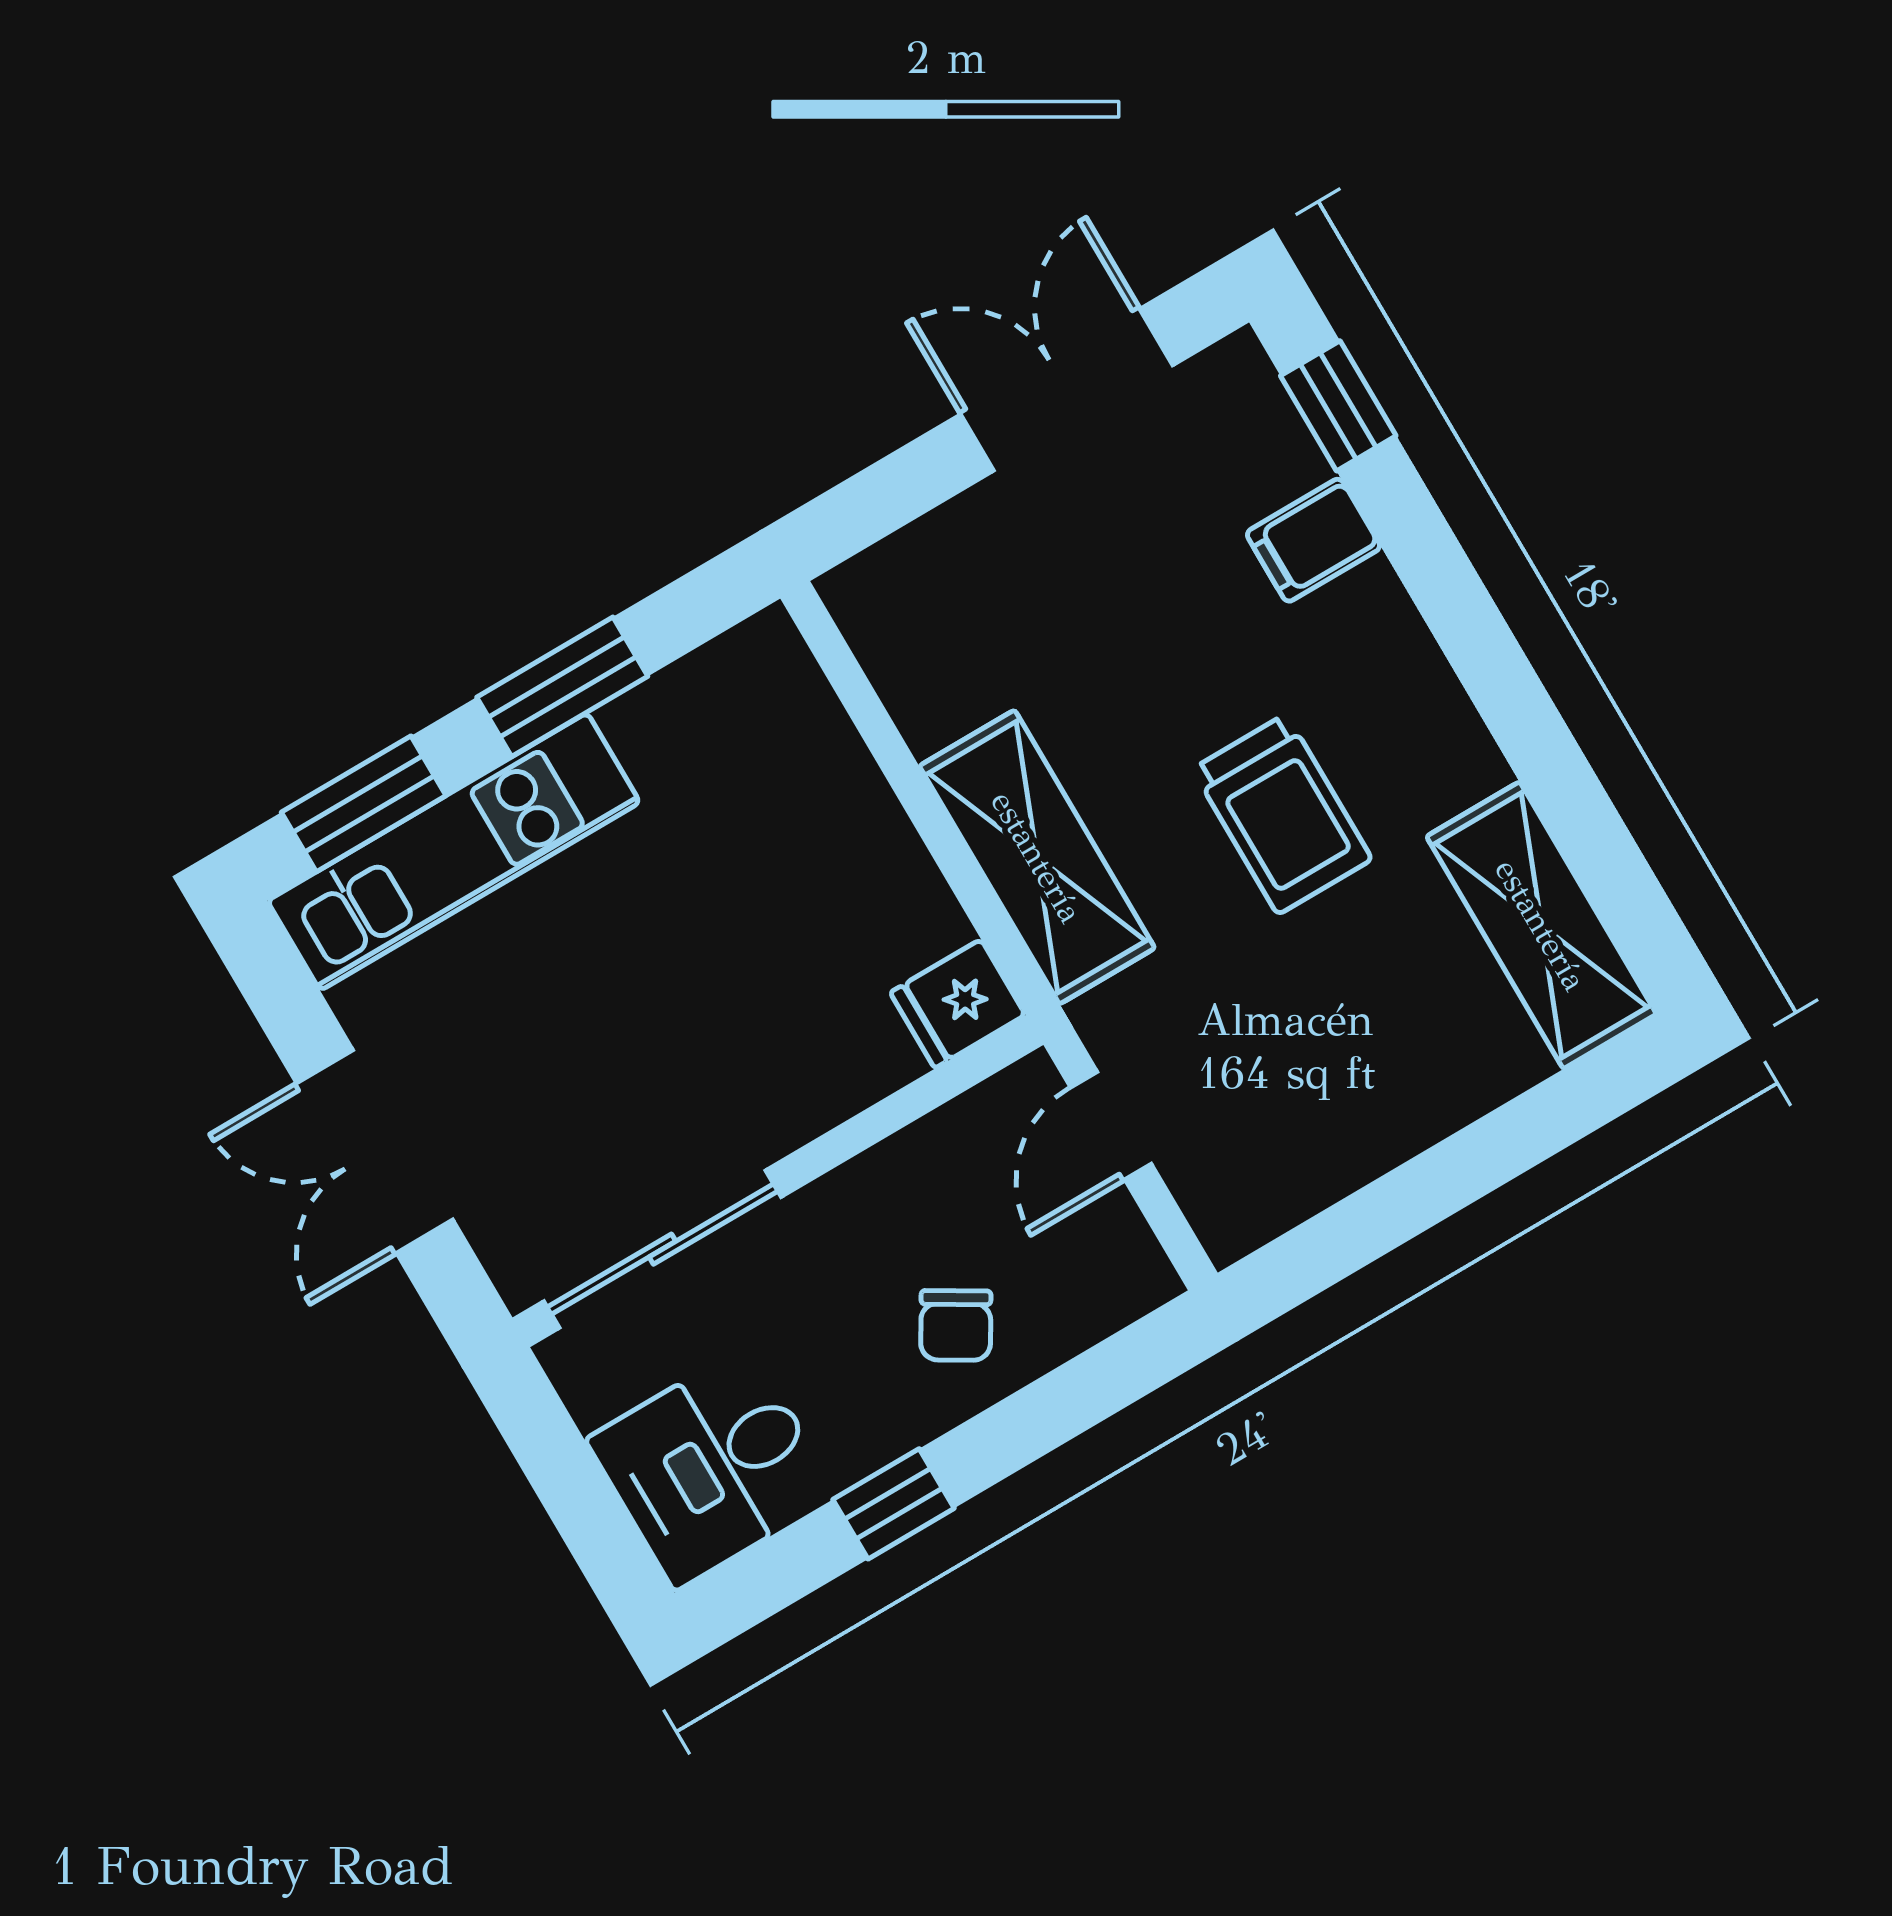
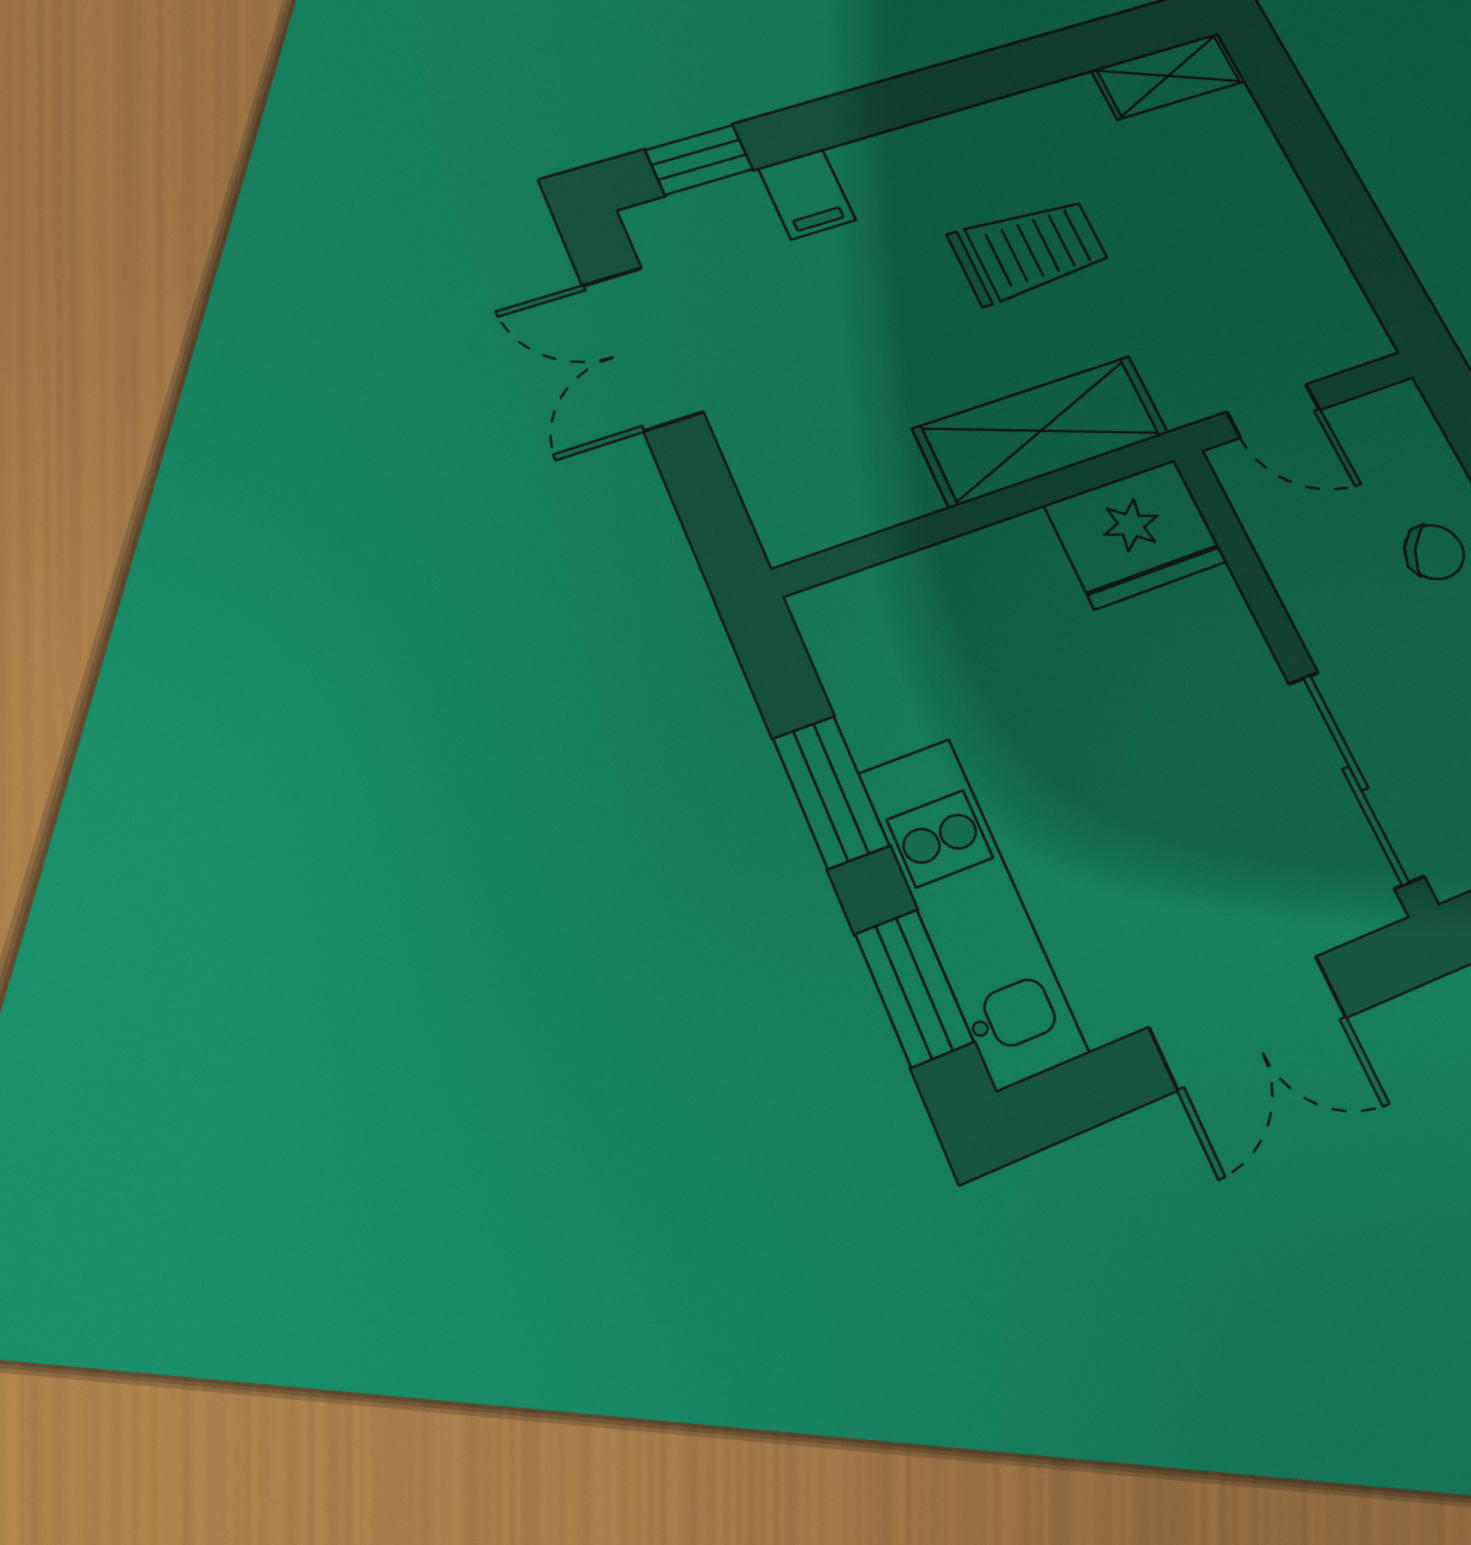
shelving: (1541, 925) -> (1168, 76), width x0.67, depth x0.75
fridge: (958, 1004) -> (1135, 533), width x1.88, depth x1.34

